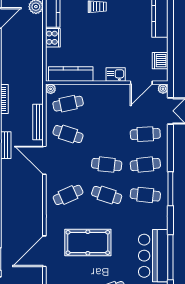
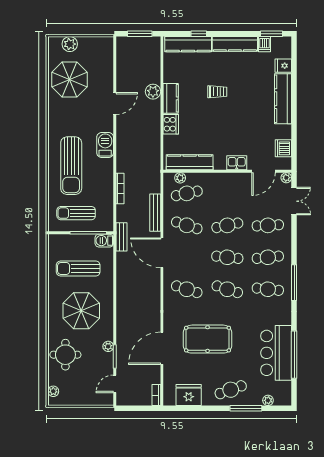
plant: (51, 89) -> (180, 178), moved
cafe table: (107, 134) -> (227, 225), added
cafe table: (68, 195) -> (187, 289), turned 42

